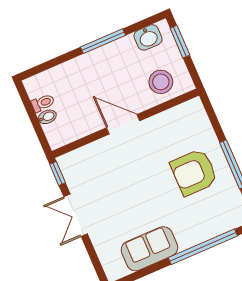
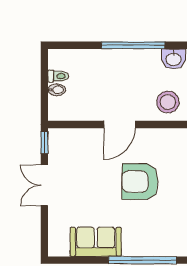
window: (103, 41) -> (133, 45), width x1.46
door: (123, 124) -> (119, 125), swing flipped
armchair: (194, 172) -> (140, 182), moved

